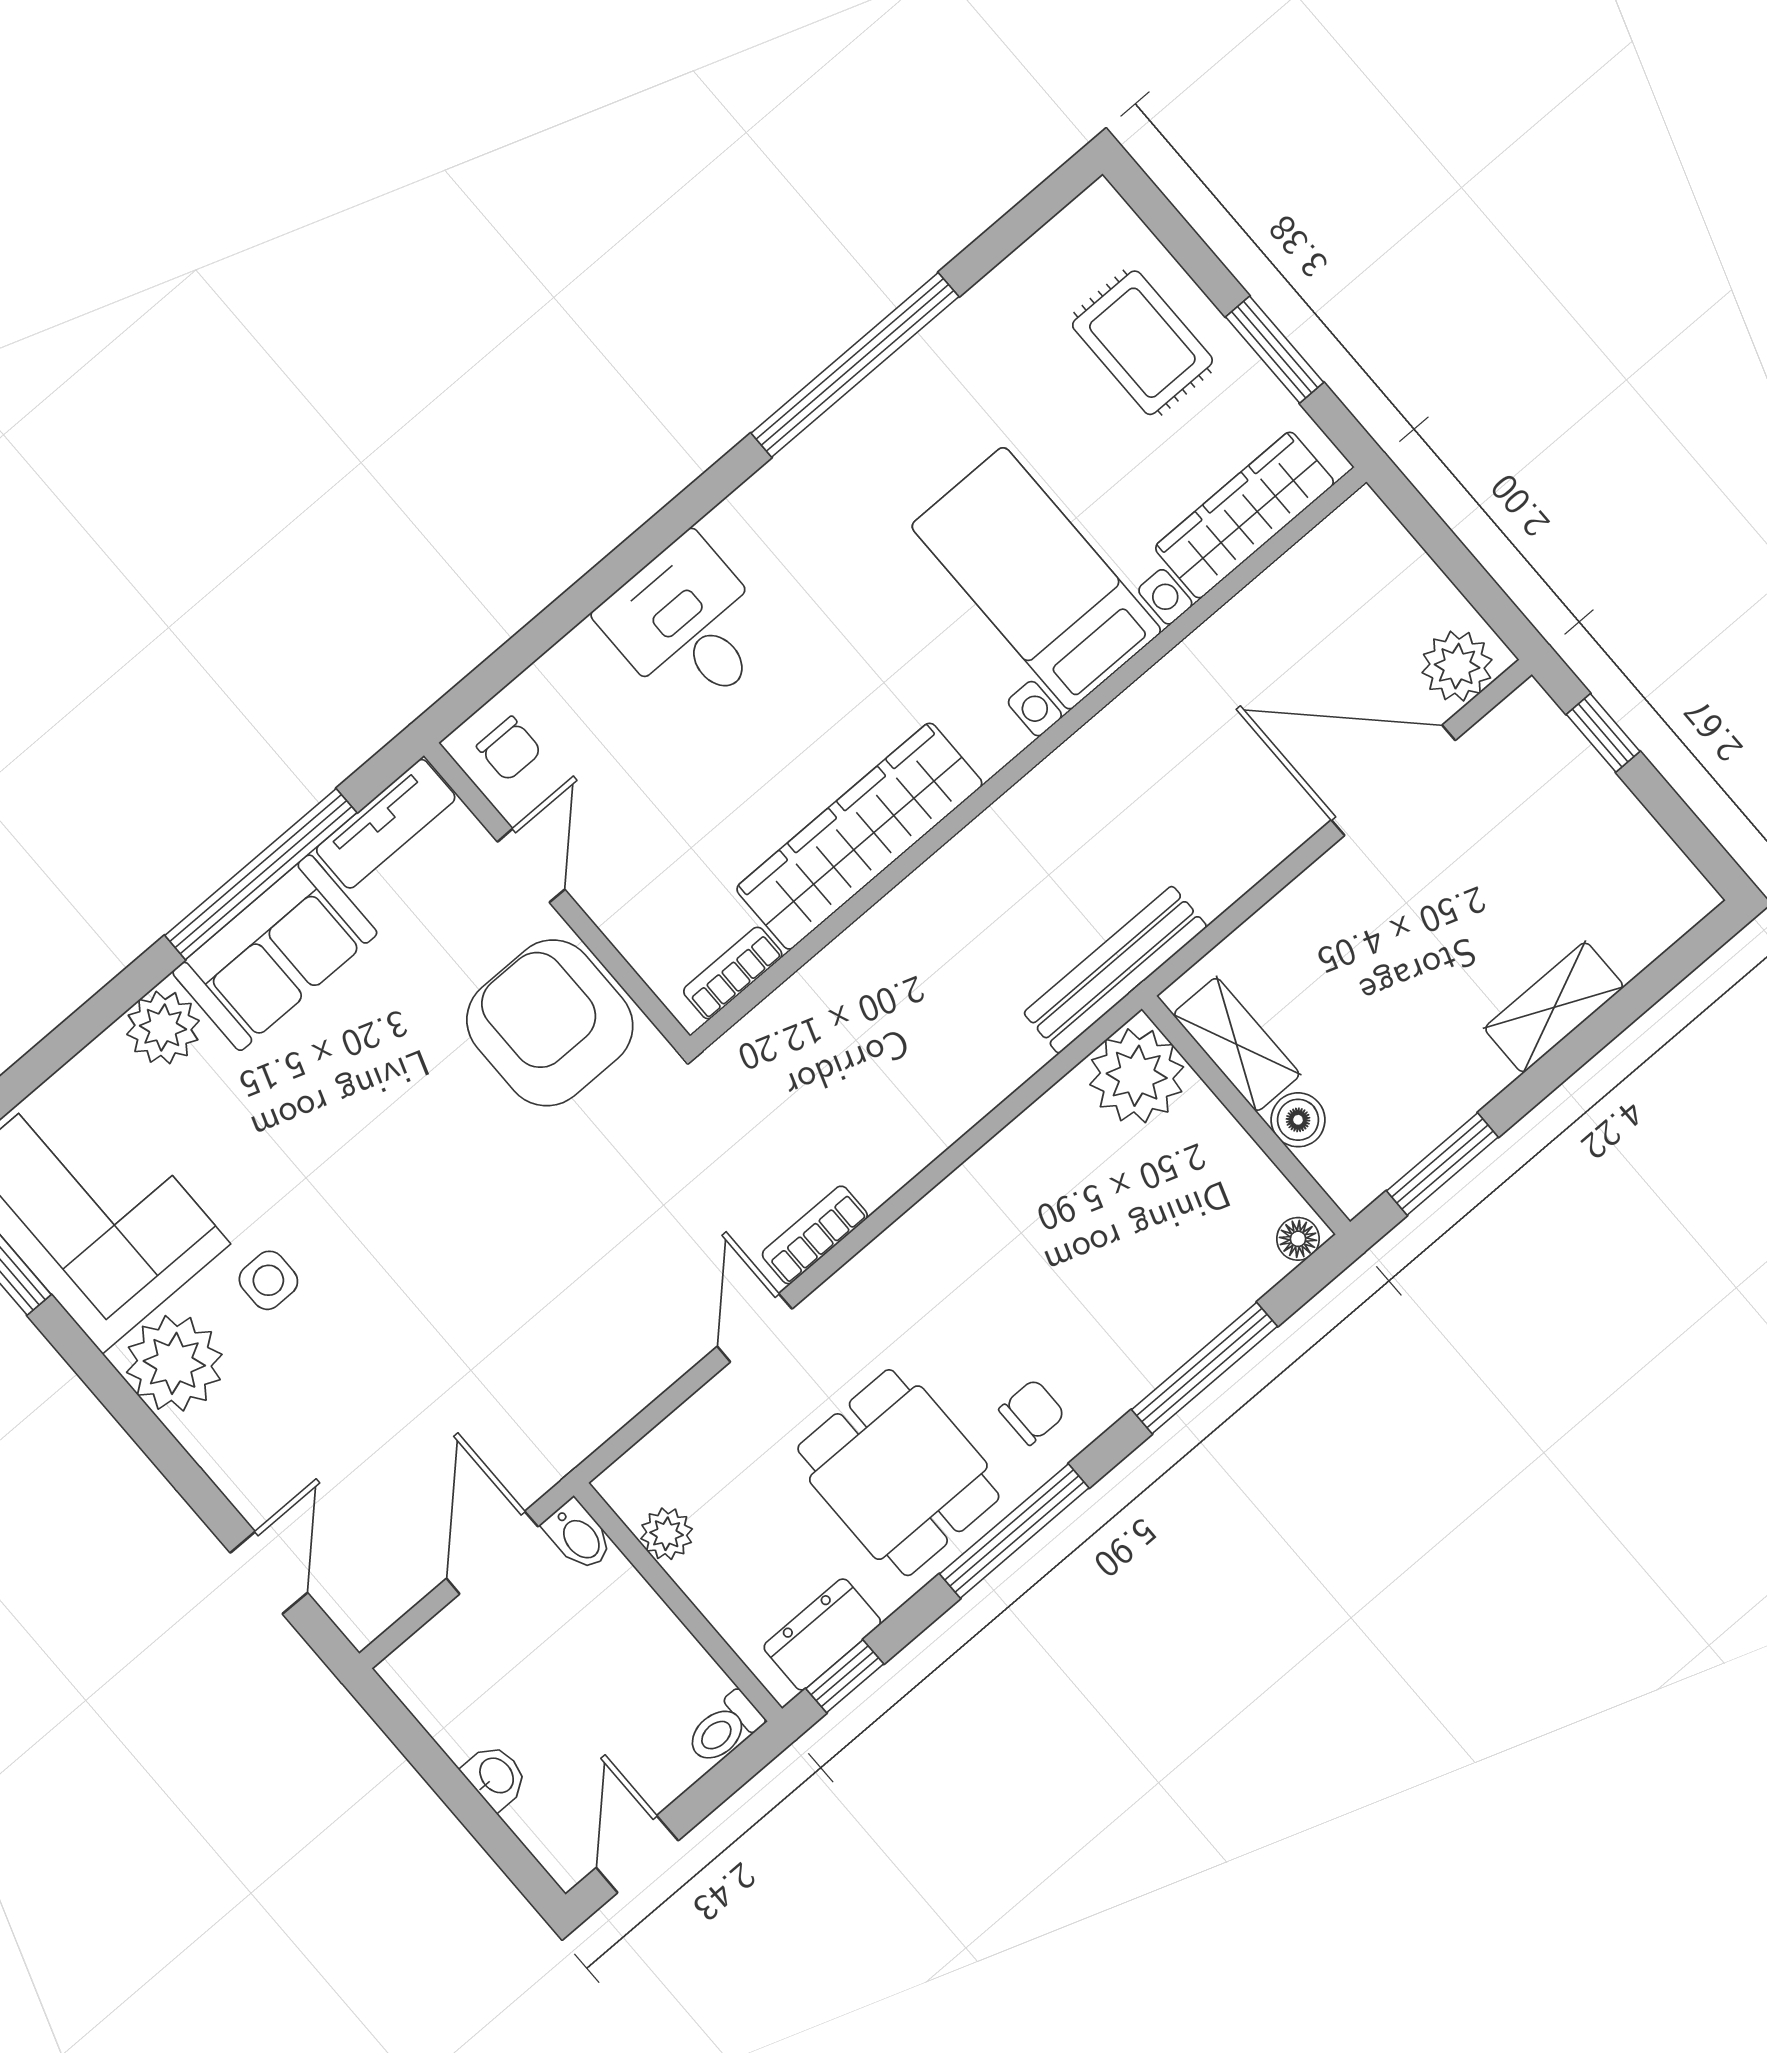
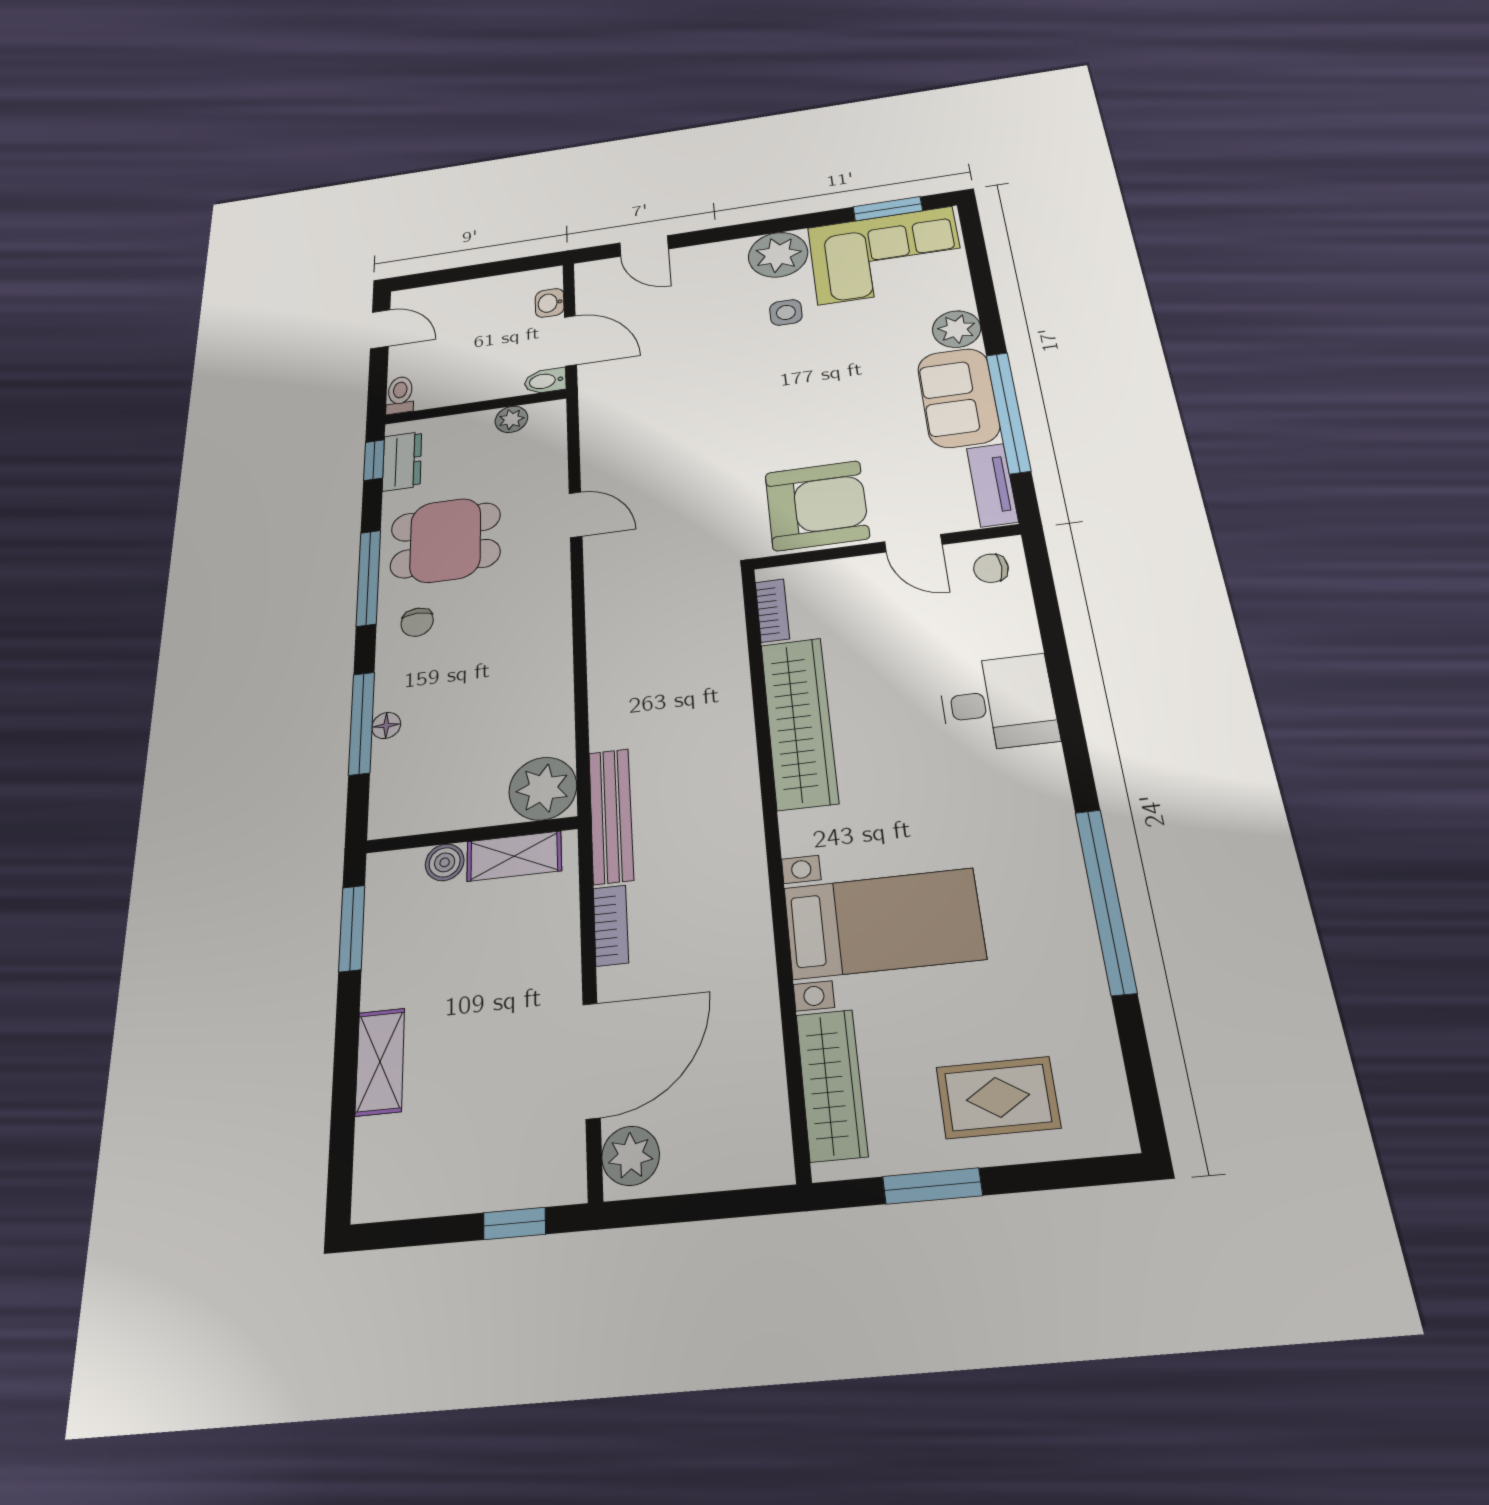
bookcase: (815, 1235) -> (611, 925), moved
floor lamp: (1298, 1239) -> (386, 726), moved
washbasin: (496, 1776) -> (550, 303), moved, turned 90

